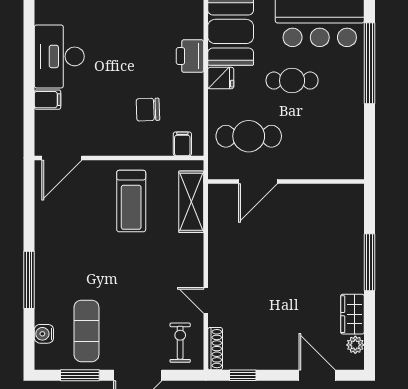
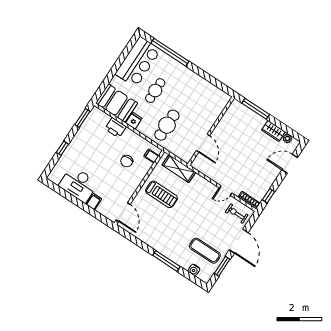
door: (258, 182) -> (203, 143), moved
wall: (286, 182) -> (211, 131), moved

